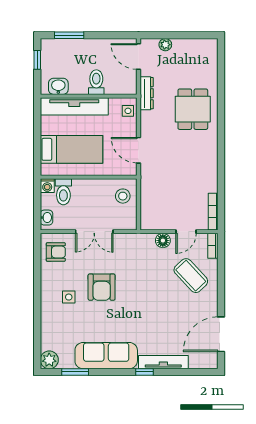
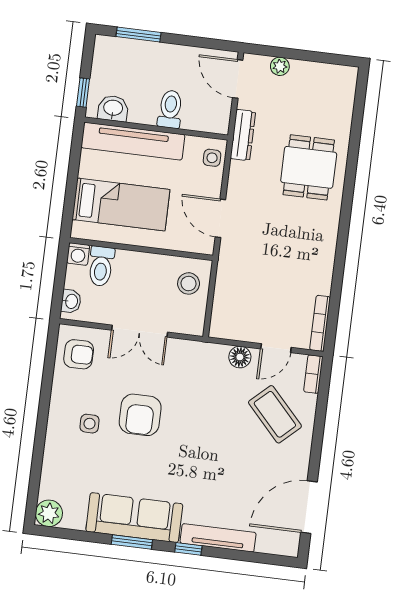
window: (37, 60) -> (83, 93), moved
window: (75, 372) -> (132, 542), moved

